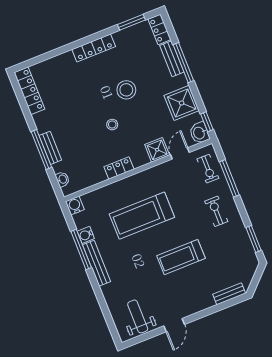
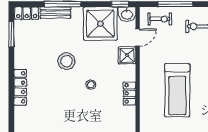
locker: (94, 48) -> (20, 87), moved
shower: (182, 103) -> (100, 24), width x1.37, depth x1.37
door: (180, 153) -> (138, 37), swing flipped

